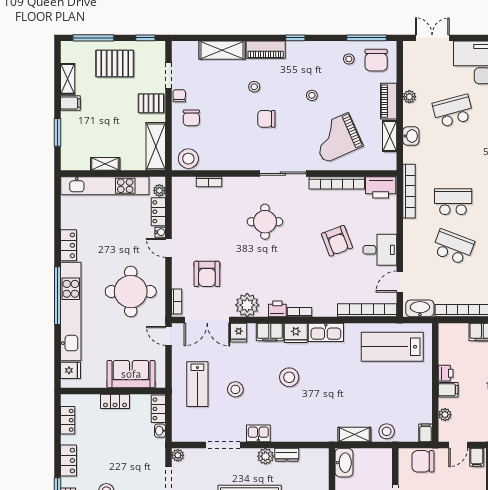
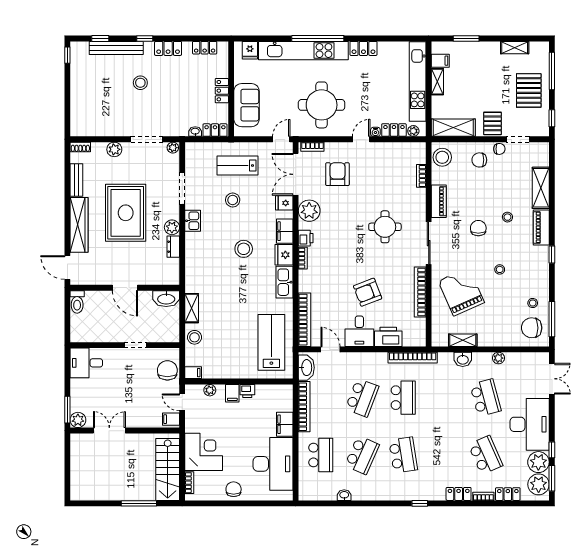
piano: (389, 101) -> (439, 201), moved, turned 90
filing cabinet: (70, 103) -> (440, 61), moved, turned -90
printer: (381, 187) -> (388, 337), moved, turned 90
armchair: (207, 274) -> (337, 174), turned 90

